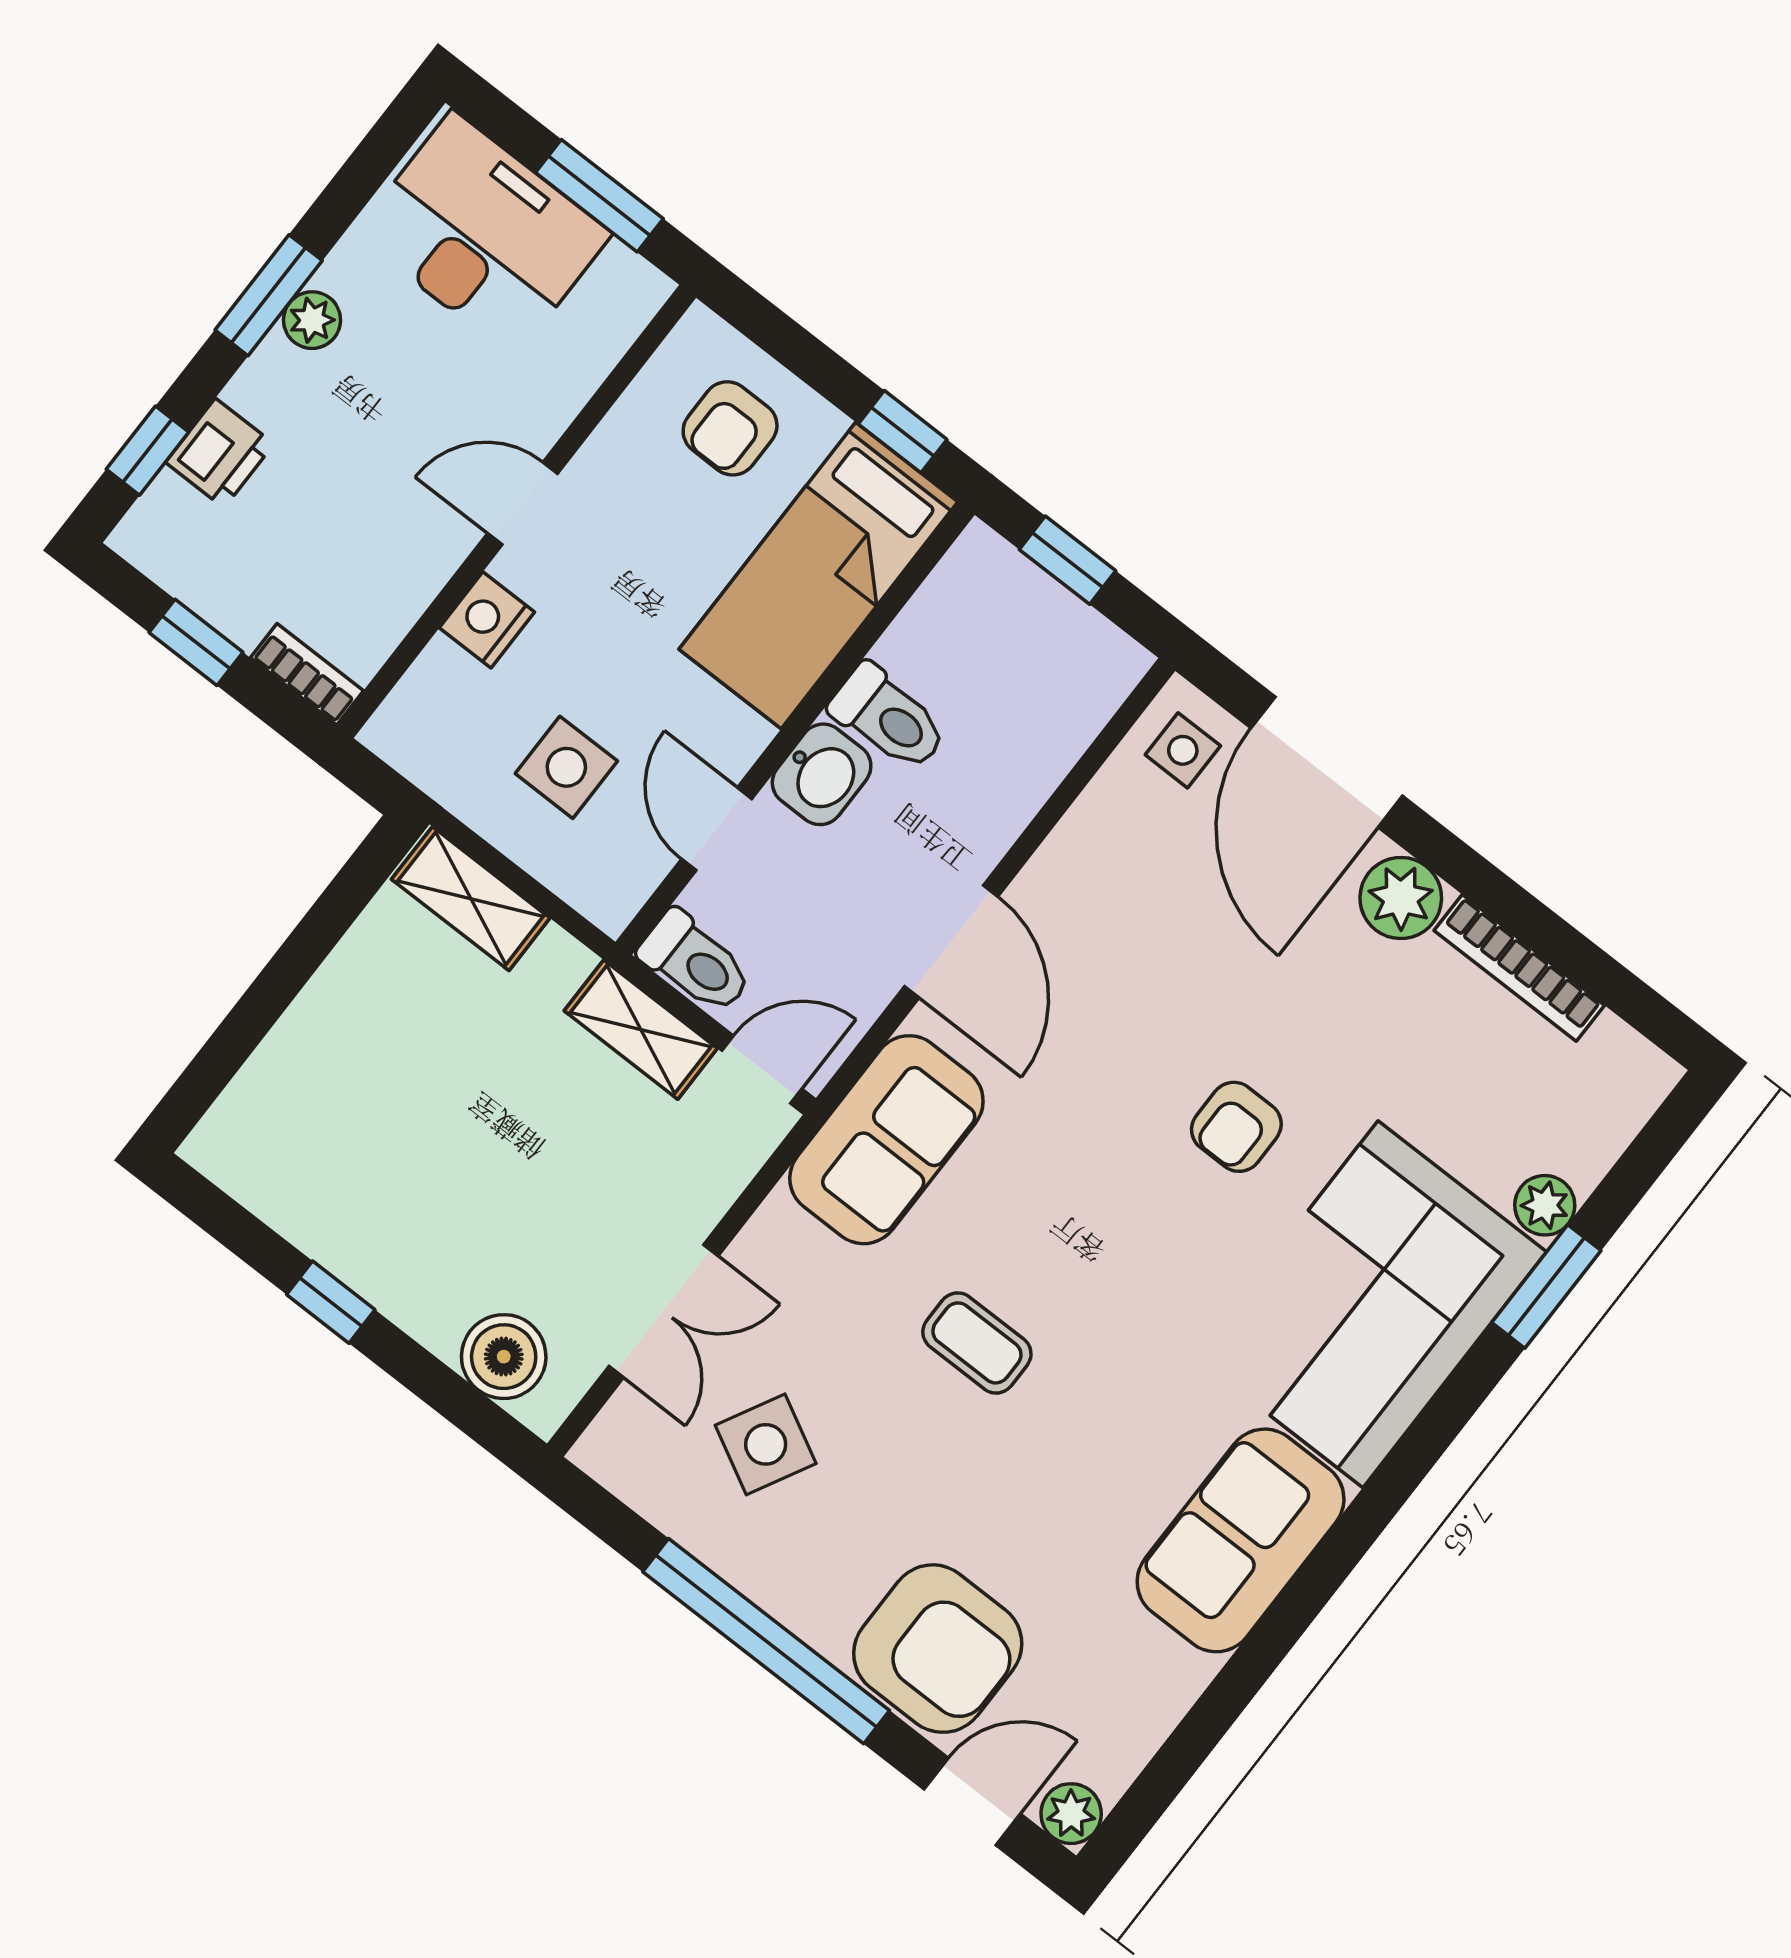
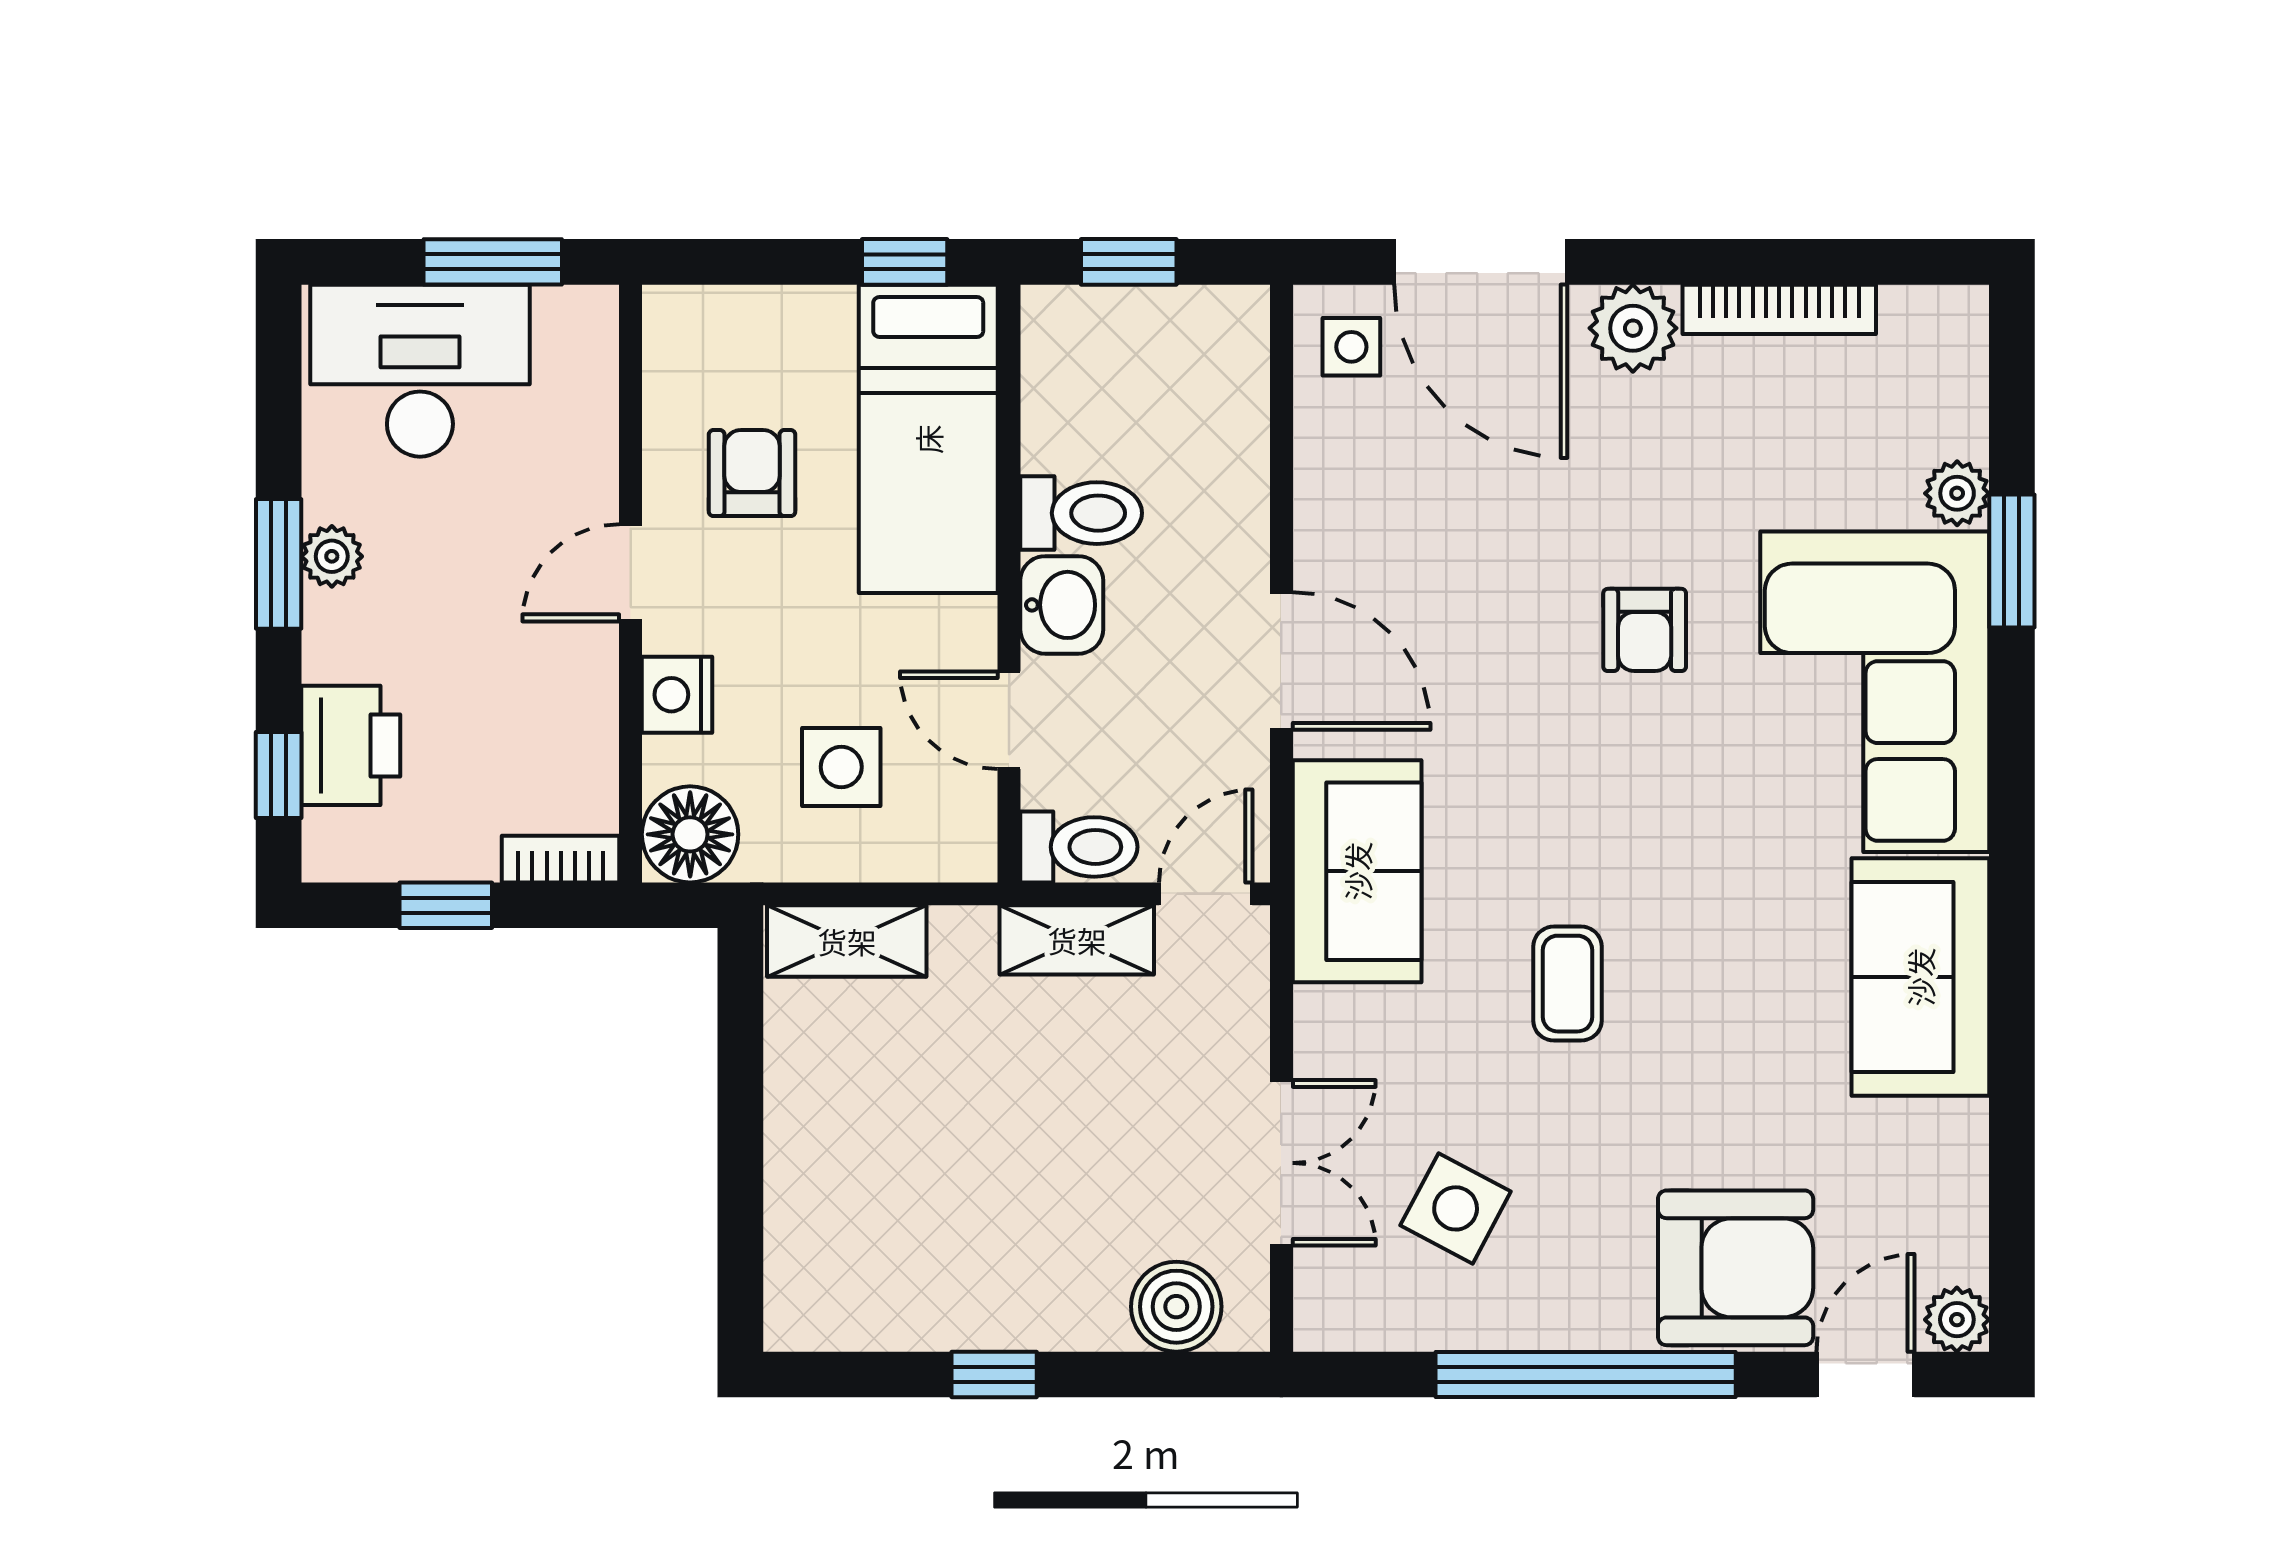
armchair: (730, 428) -> (752, 473), moved, turned 180
printer: (220, 453) -> (351, 745), width x1.36, depth x1.24
floor lamp: (416, 730) -> (690, 834), added
coffee table: (977, 1343) -> (1567, 984), turned 90

